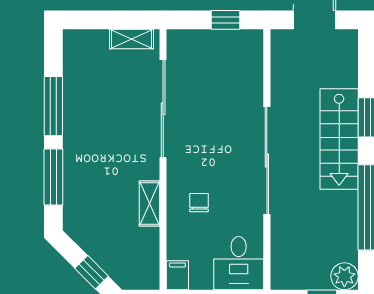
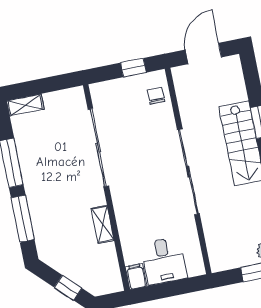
shelving: (131, 39) -> (25, 105), moved
chair: (199, 203) -> (156, 96), moved
desk: (239, 263) -> (164, 261), moved

